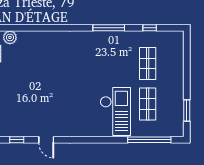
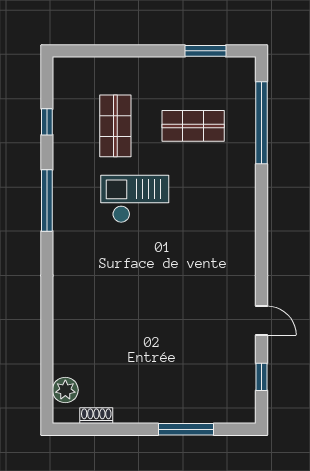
shop shelf: (148, 64) -> (115, 126), turned 90
checkout: (115, 111) -> (135, 199), moved, width x0.73, depth x0.83
door: (46, 140) -> (261, 321), hinge flipped

